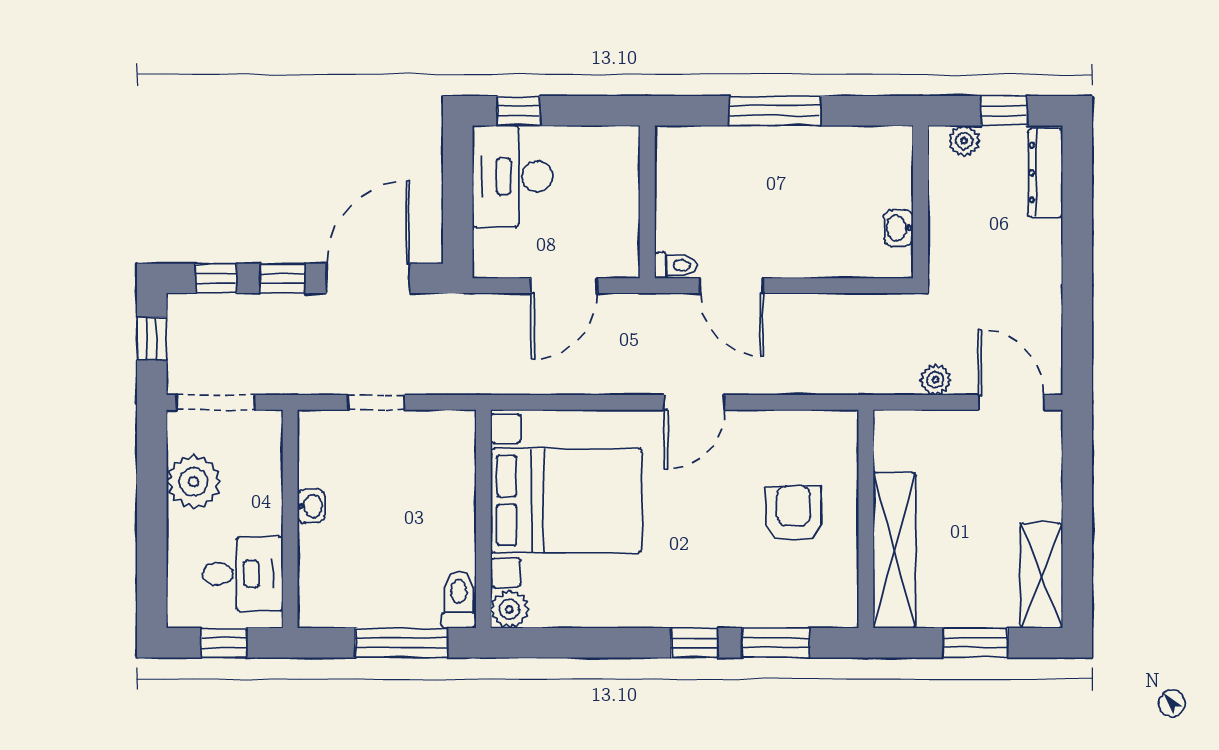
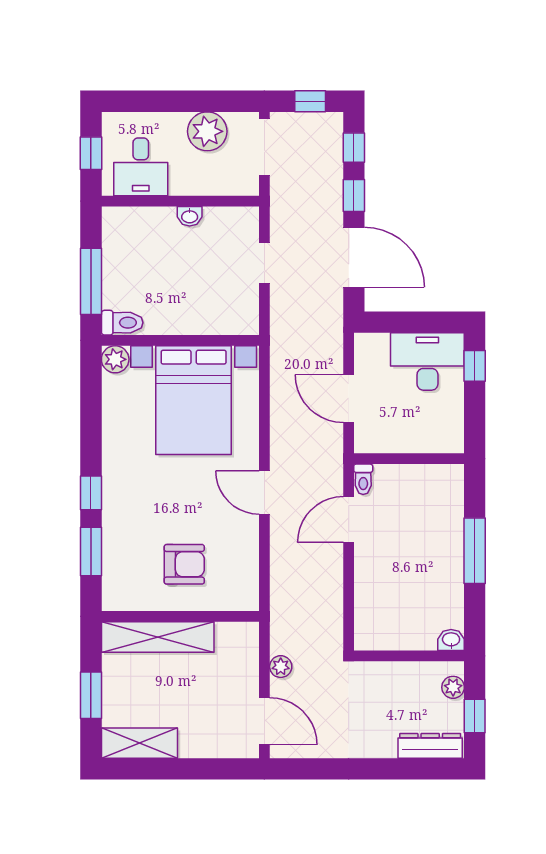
washbasin: (898, 228) -> (451, 640), moved
door: (1011, 402) -> (264, 721), hinge flipped

